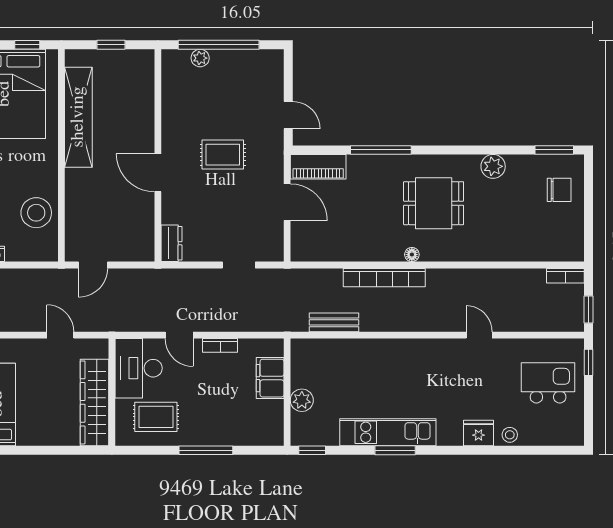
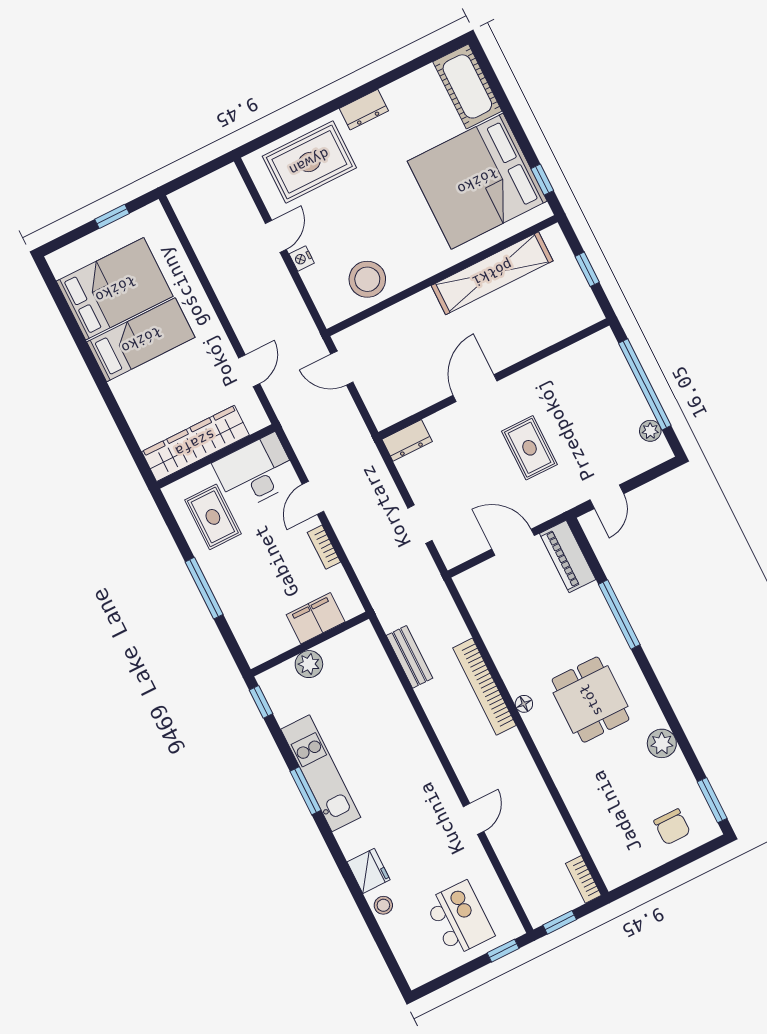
plant: (200, 58) -> (650, 431), moved
door: (287, 202) -> (513, 542), swing flipped

